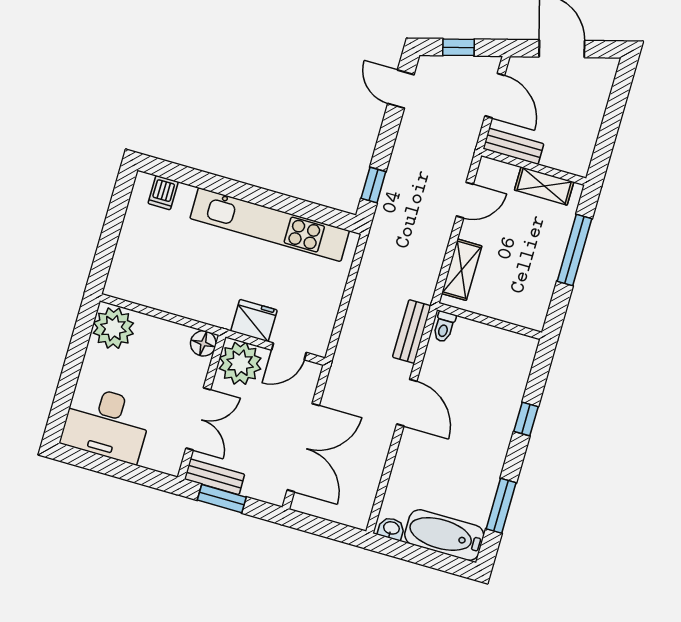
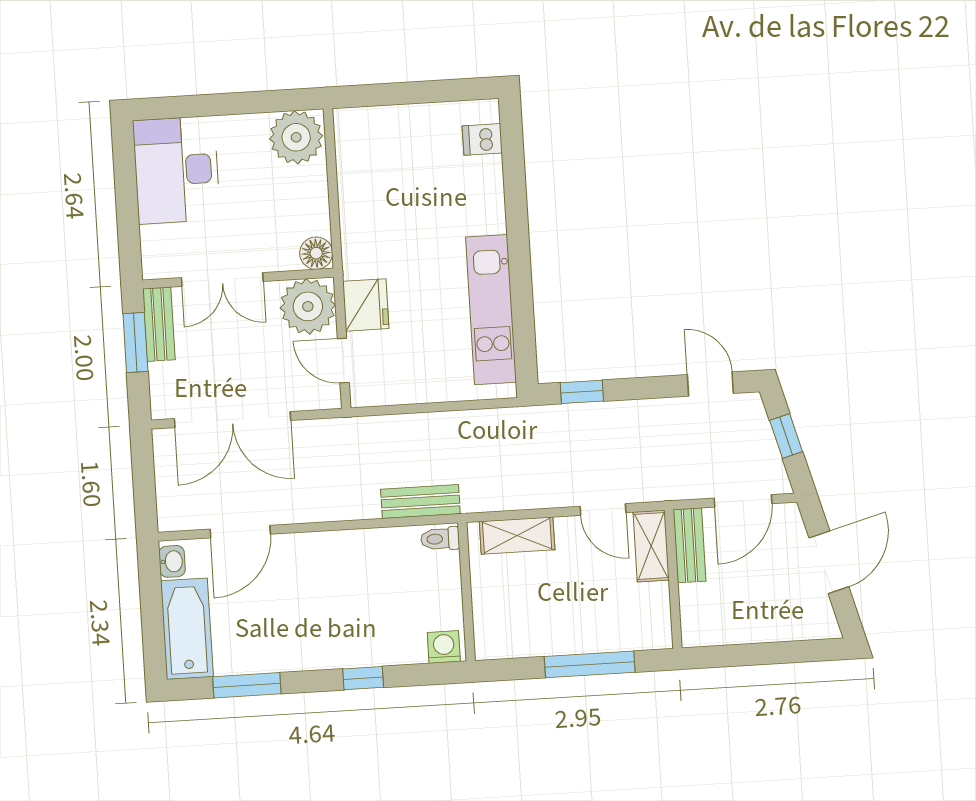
door: (401, 89) -> (710, 384), hinge flipped
shelving: (544, 186) -> (651, 546), moved
kitchen unit: (270, 225) -> (491, 310), width x0.73
washing machine: (524, 352) -> (444, 647), added
door: (407, 403) -> (240, 532), moved

